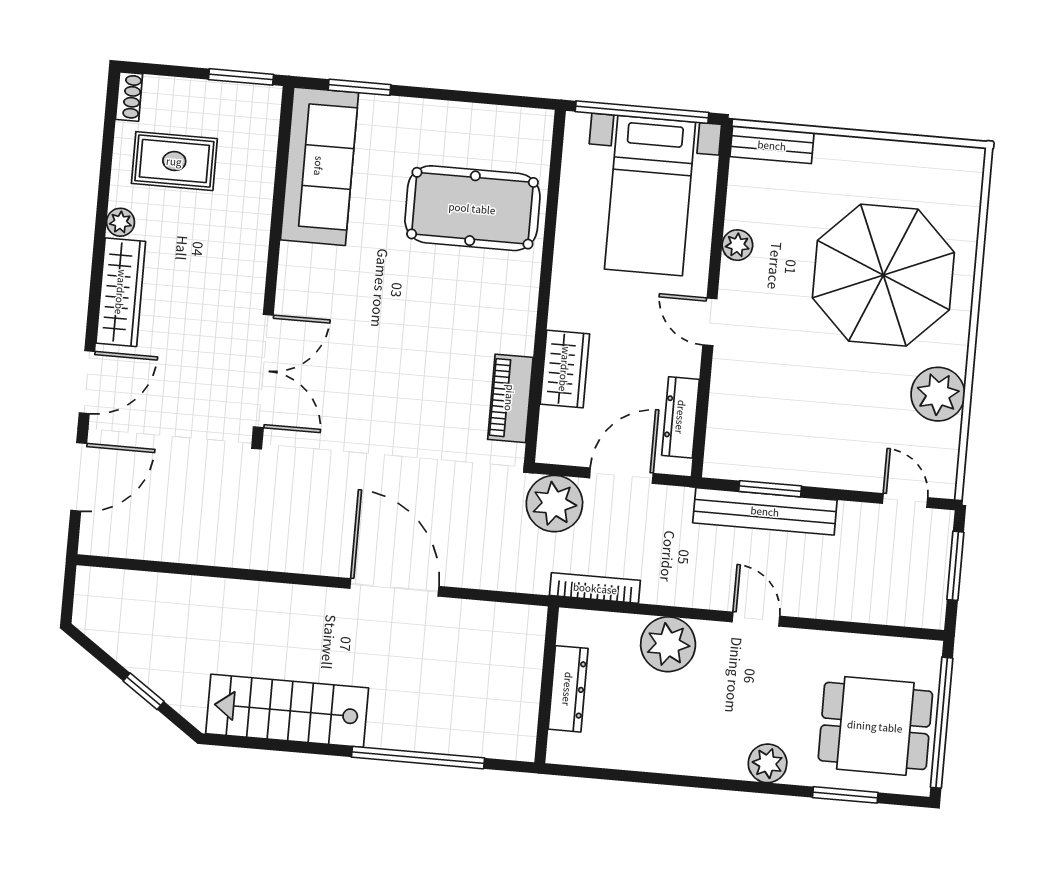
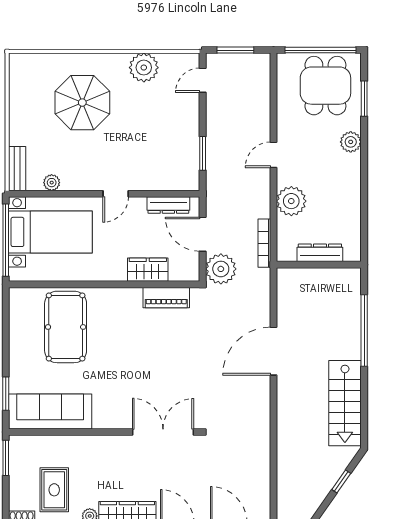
plant: (737, 245) -> (52, 183), moved
parasol: (883, 275) -> (82, 103), width x0.73, depth x0.73
bench: (765, 511) -> (215, 155), removed

